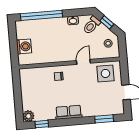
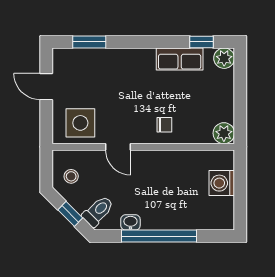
window: (41, 15) -> (159, 236), moved
door: (83, 62) -> (118, 147), hinge flipped
plant: (25, 74) -> (224, 133), added
row of seats: (69, 112) -> (180, 59), moved

